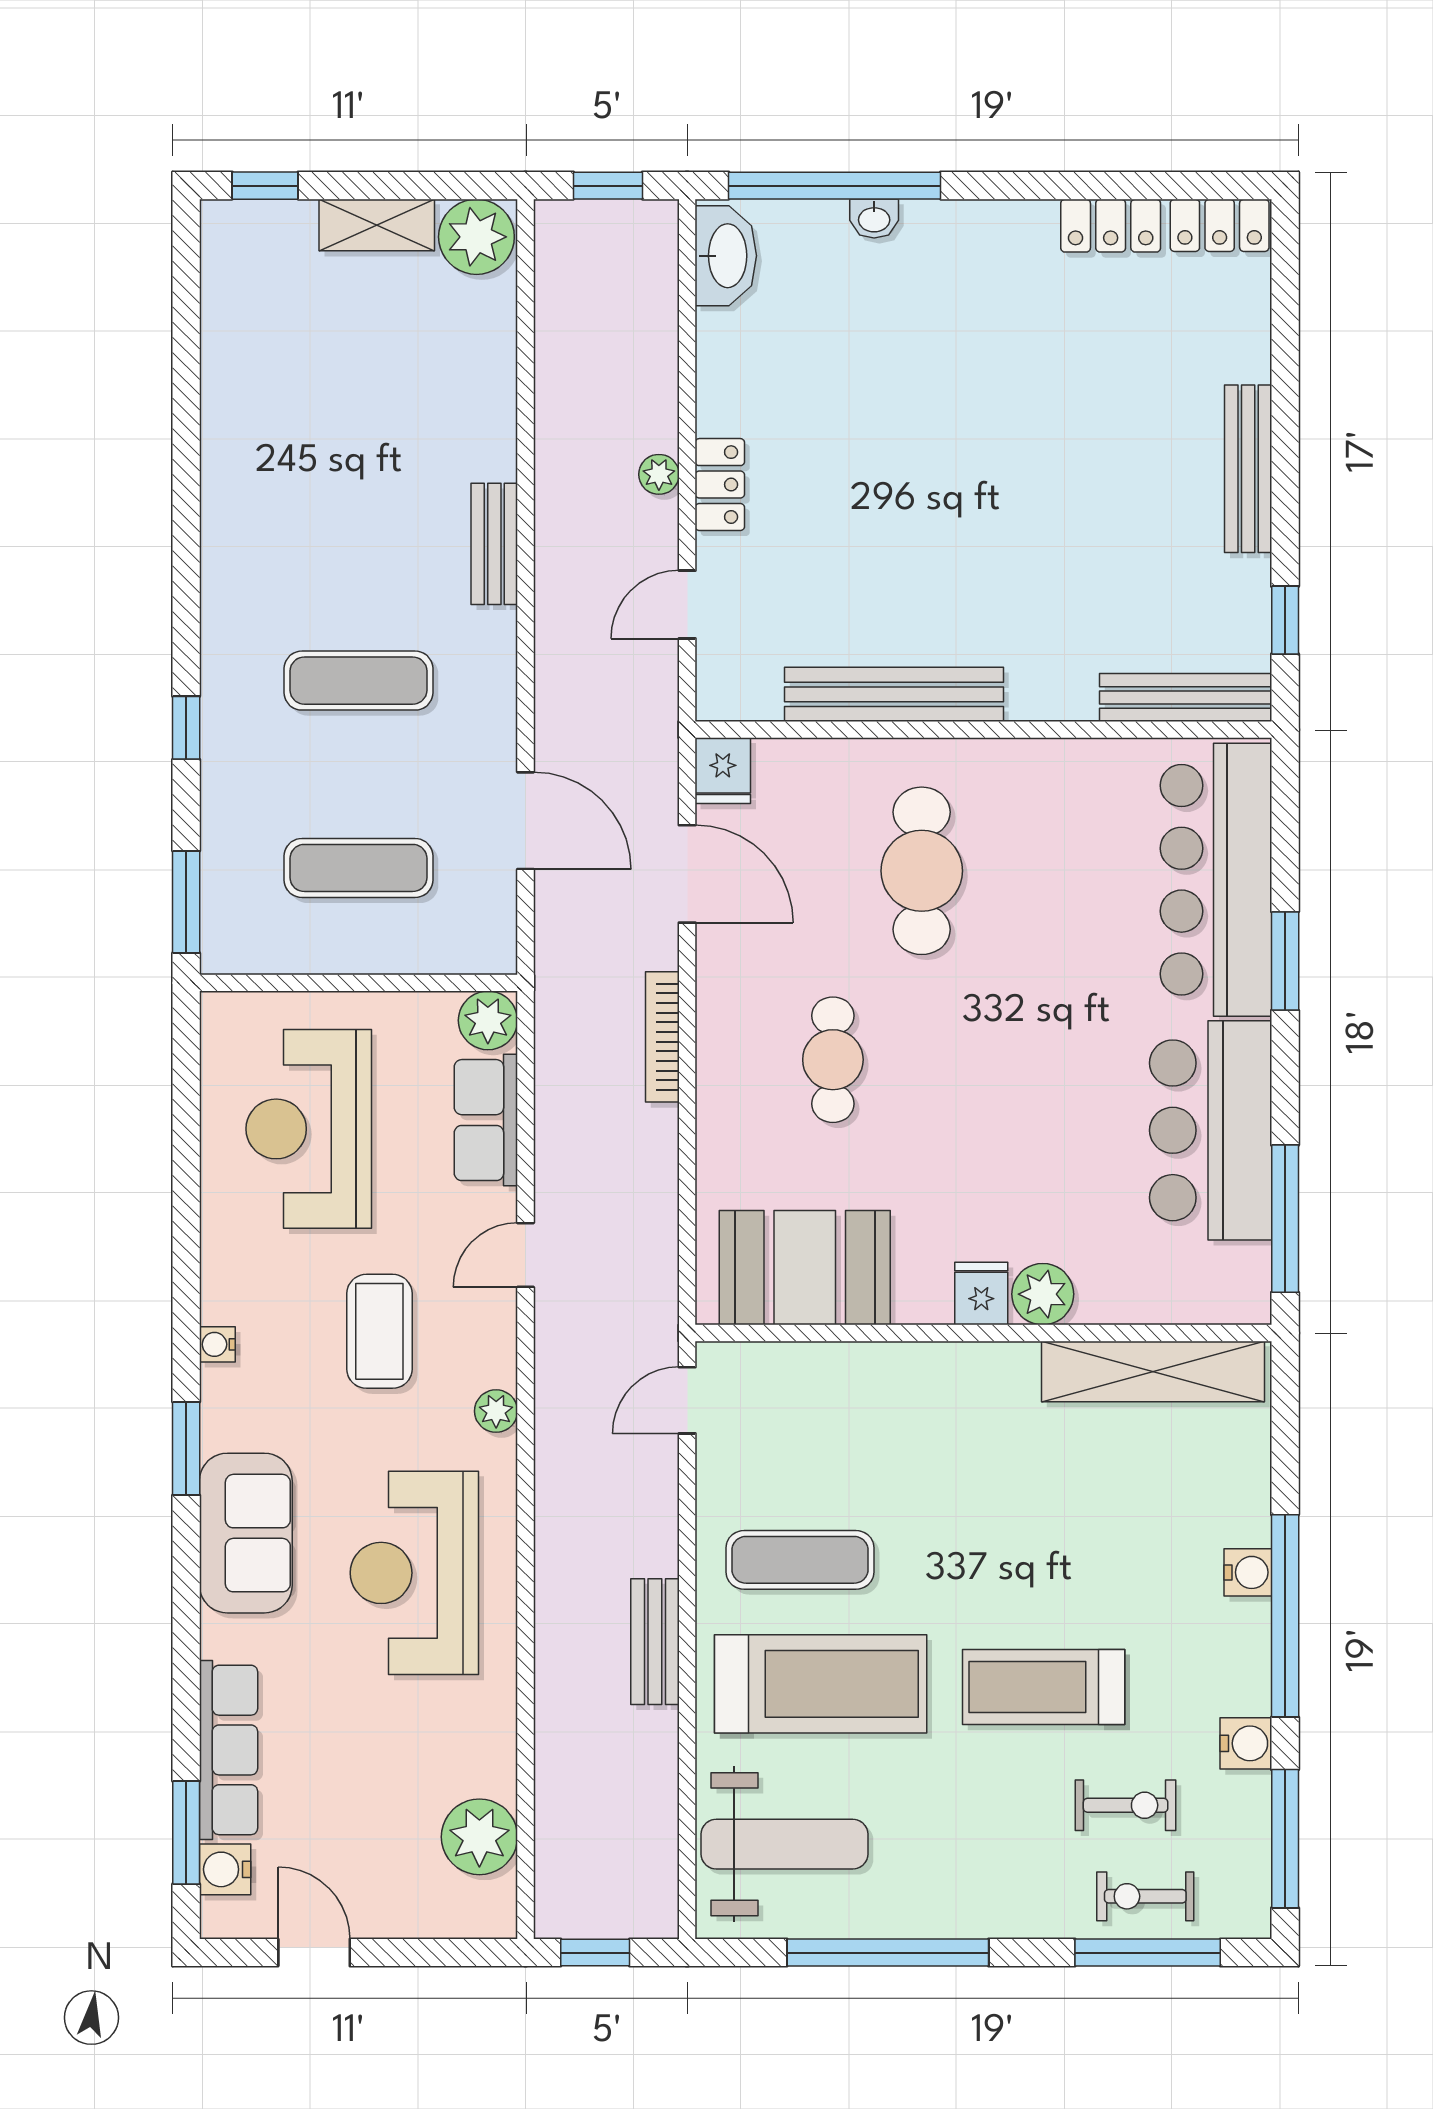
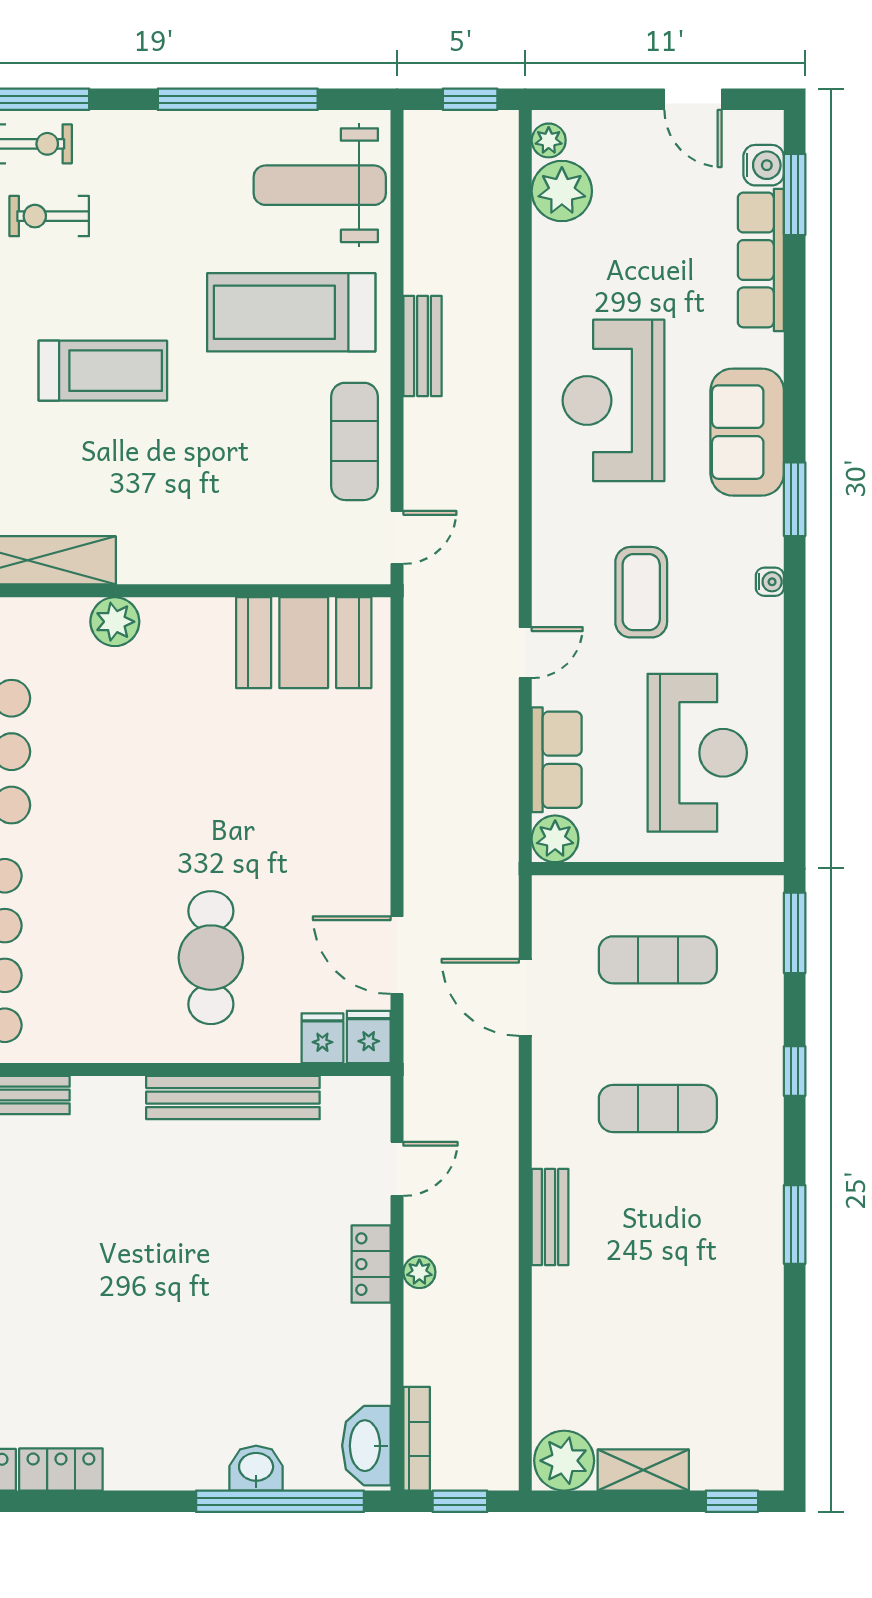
washbasin: (874, 219) -> (256, 1468), width x1.38, depth x1.45
window: (186, 534) -> (795, 1224), added
bookcase: (662, 1037) -> (417, 1439), moved
cafe table: (833, 1060) -> (281, 808), removed
fridge: (981, 1294) -> (322, 1038), moved, turned 180
plant: (496, 1411) -> (549, 140), moved
exercise mat: (800, 1560) -> (354, 441), moved, turned 90
reception desk: (414, 1573) -> (613, 400), turned 180
treadmill: (1044, 1687) -> (103, 371), moved

